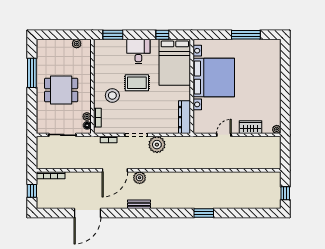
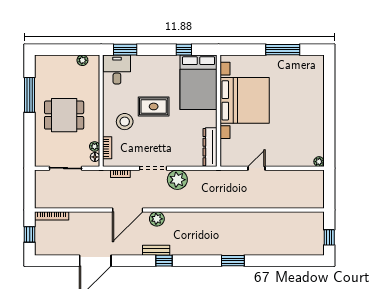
desk: (138, 51) -> (117, 69), moved
wardrobe: (250, 127) -> (288, 159), removed
window: (146, 213) -> (164, 261), added

